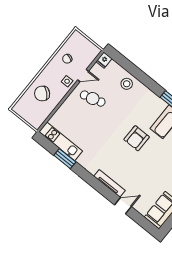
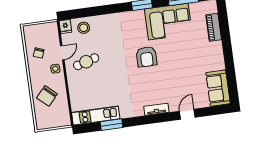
stool: (127, 84) -> (84, 28), moved
tv unit: (110, 183) -> (156, 109), width x0.71

